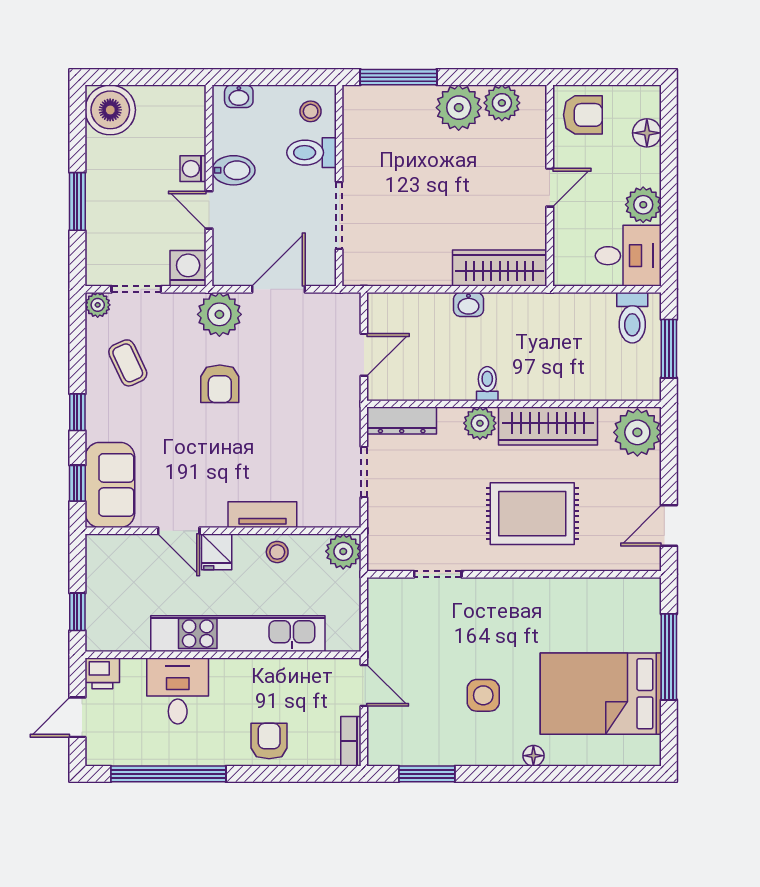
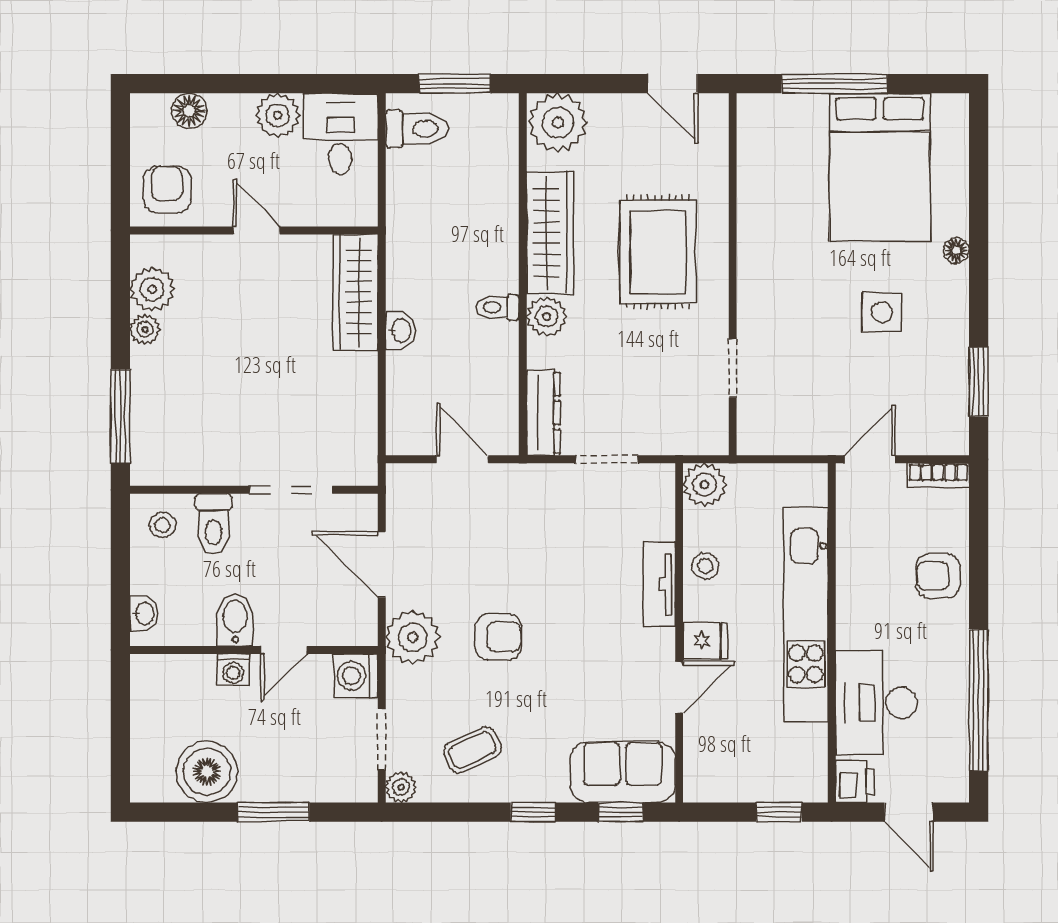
plant: (459, 108) -> (145, 329), width x0.53, depth x0.53
boiler: (110, 110) -> (207, 772), moved
desk: (178, 691) -> (876, 703), width x1.37

